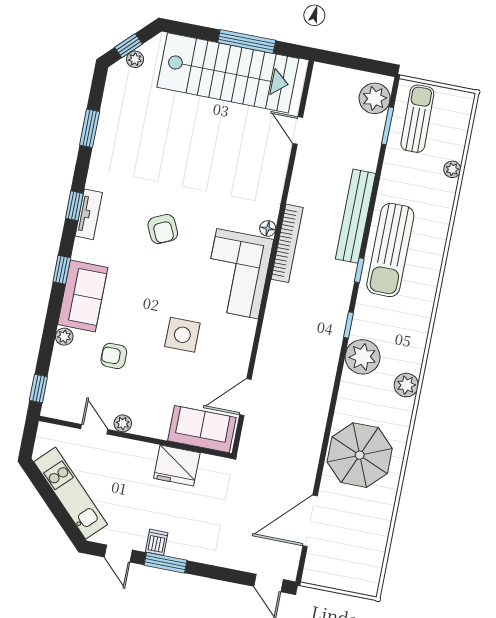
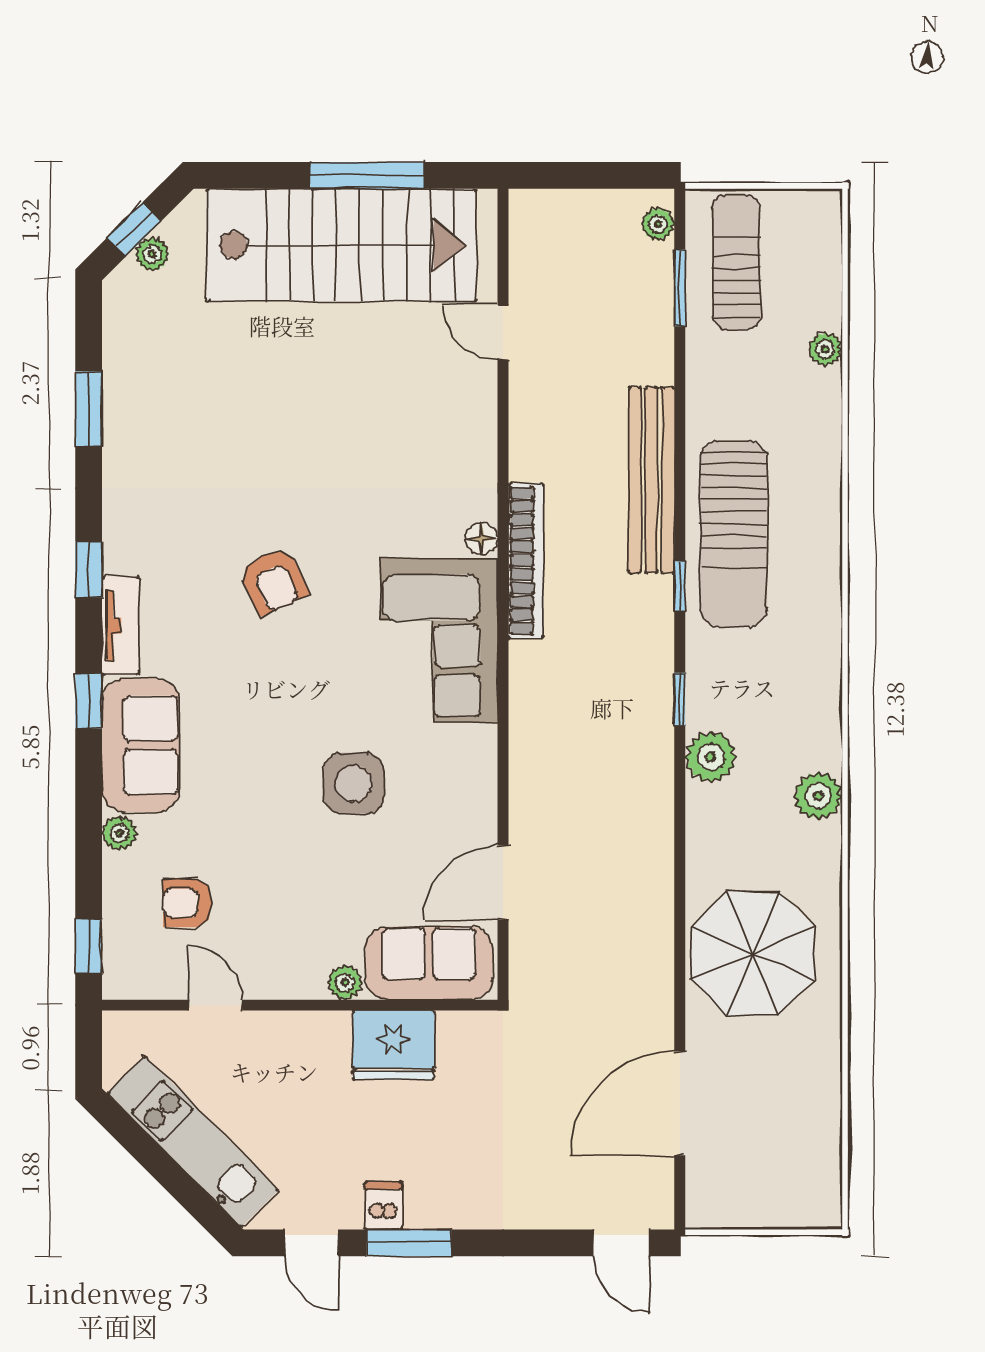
plant: (375, 98) -> (658, 224), width x0.53, depth x0.53
tv unit: (89, 214) -> (120, 626), moved
armchair: (114, 356) -> (187, 903), moved
plant: (363, 357) -> (711, 757), width x0.73, depth x0.73
plant: (123, 423) -> (345, 982), moved

